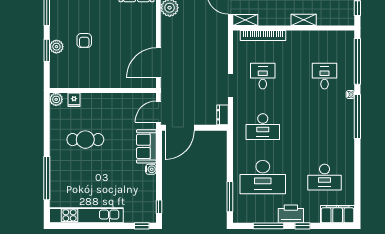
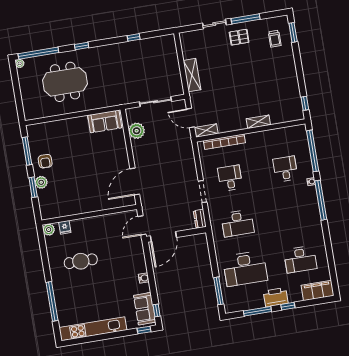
armchair: (84, 40) -> (45, 161), moved
sofa: (146, 146) -> (145, 309), moved

